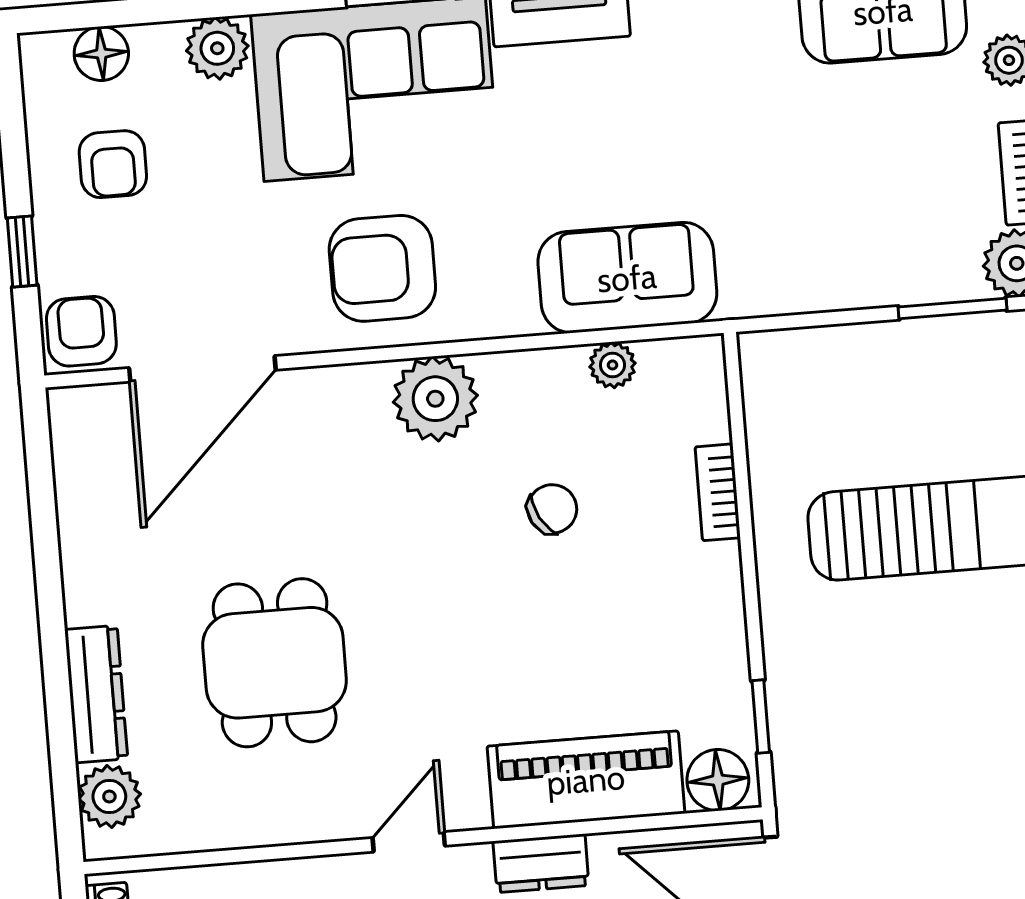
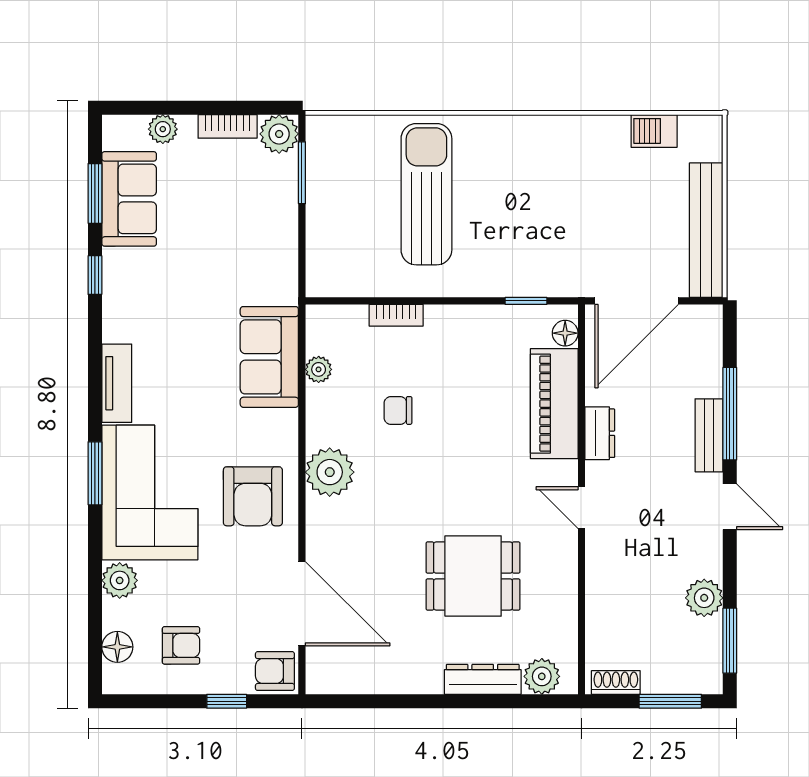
chair: (552, 509) -> (398, 410), turned -61
floor lamp: (718, 780) -> (565, 333), width x0.73, depth x0.73

